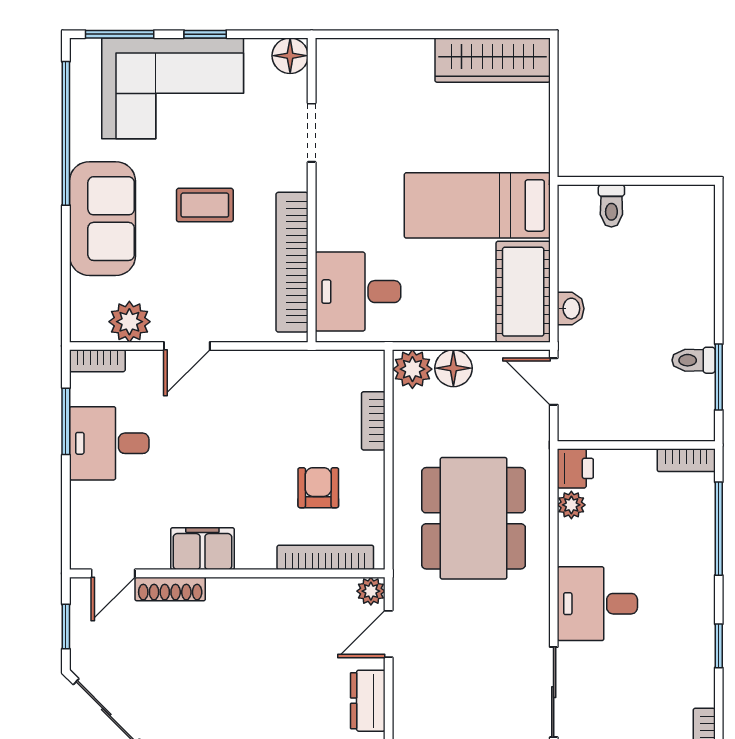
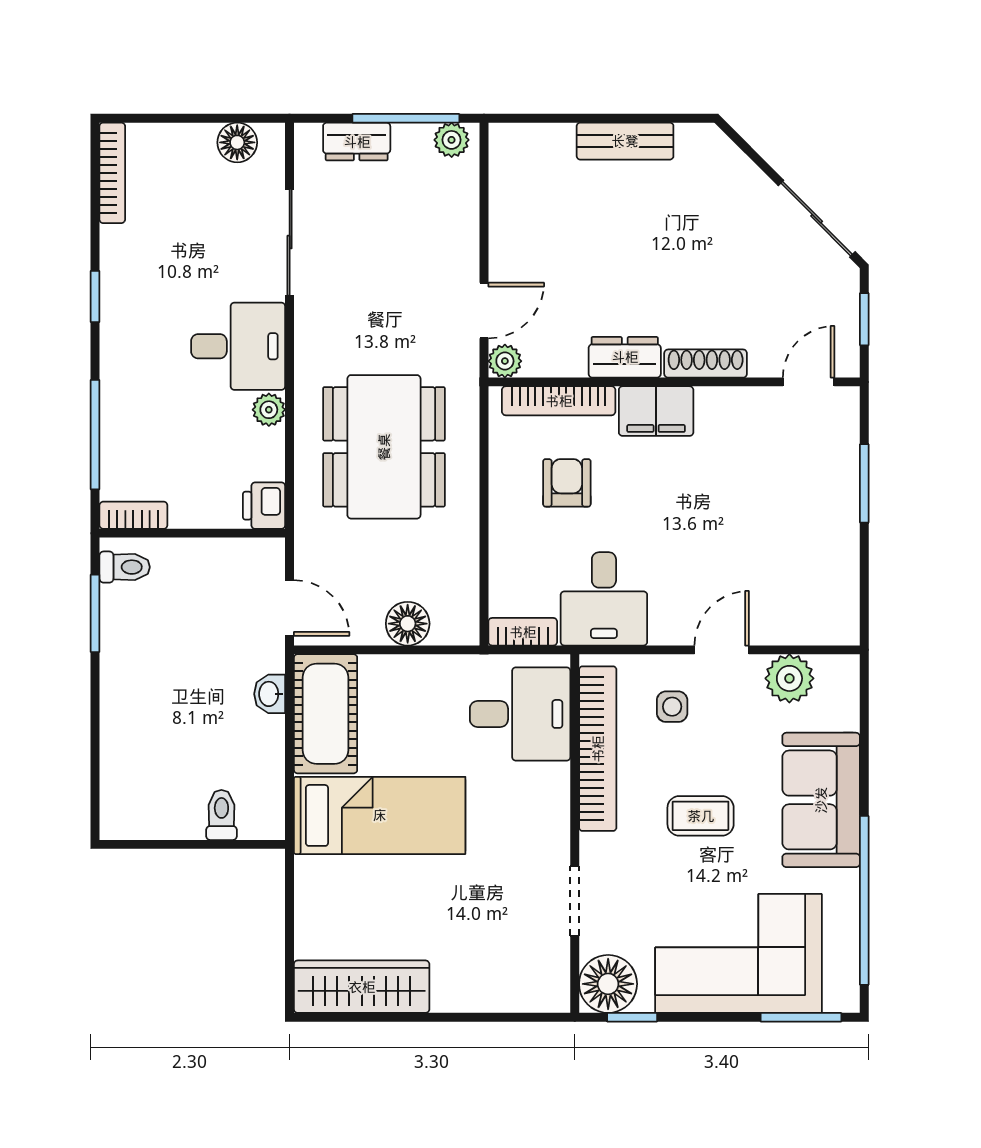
window: (205, 34) -> (632, 1017), moved
floor lamp: (290, 56) -> (608, 984), width x1.38, depth x1.38
side table: (229, 298) -> (672, 707), added
toilet: (694, 360) -> (125, 567), moved
bookcase: (97, 361) -> (827, 632), removed
plant: (412, 369) -> (456, 623), removed
window: (66, 421) -> (864, 483), moved
bookcase: (373, 421) -> (523, 632), moved, turned -90
desk: (109, 443) -> (604, 599), moved, turned 90
armchair: (318, 488) -> (567, 483), turned 180
plant: (571, 505) -> (269, 410), moved
filing cabinet: (202, 549) -> (656, 411), moved
shoe rack: (170, 589) -> (706, 364), moved
dresser: (368, 701) -> (625, 357), moved, turned -90

